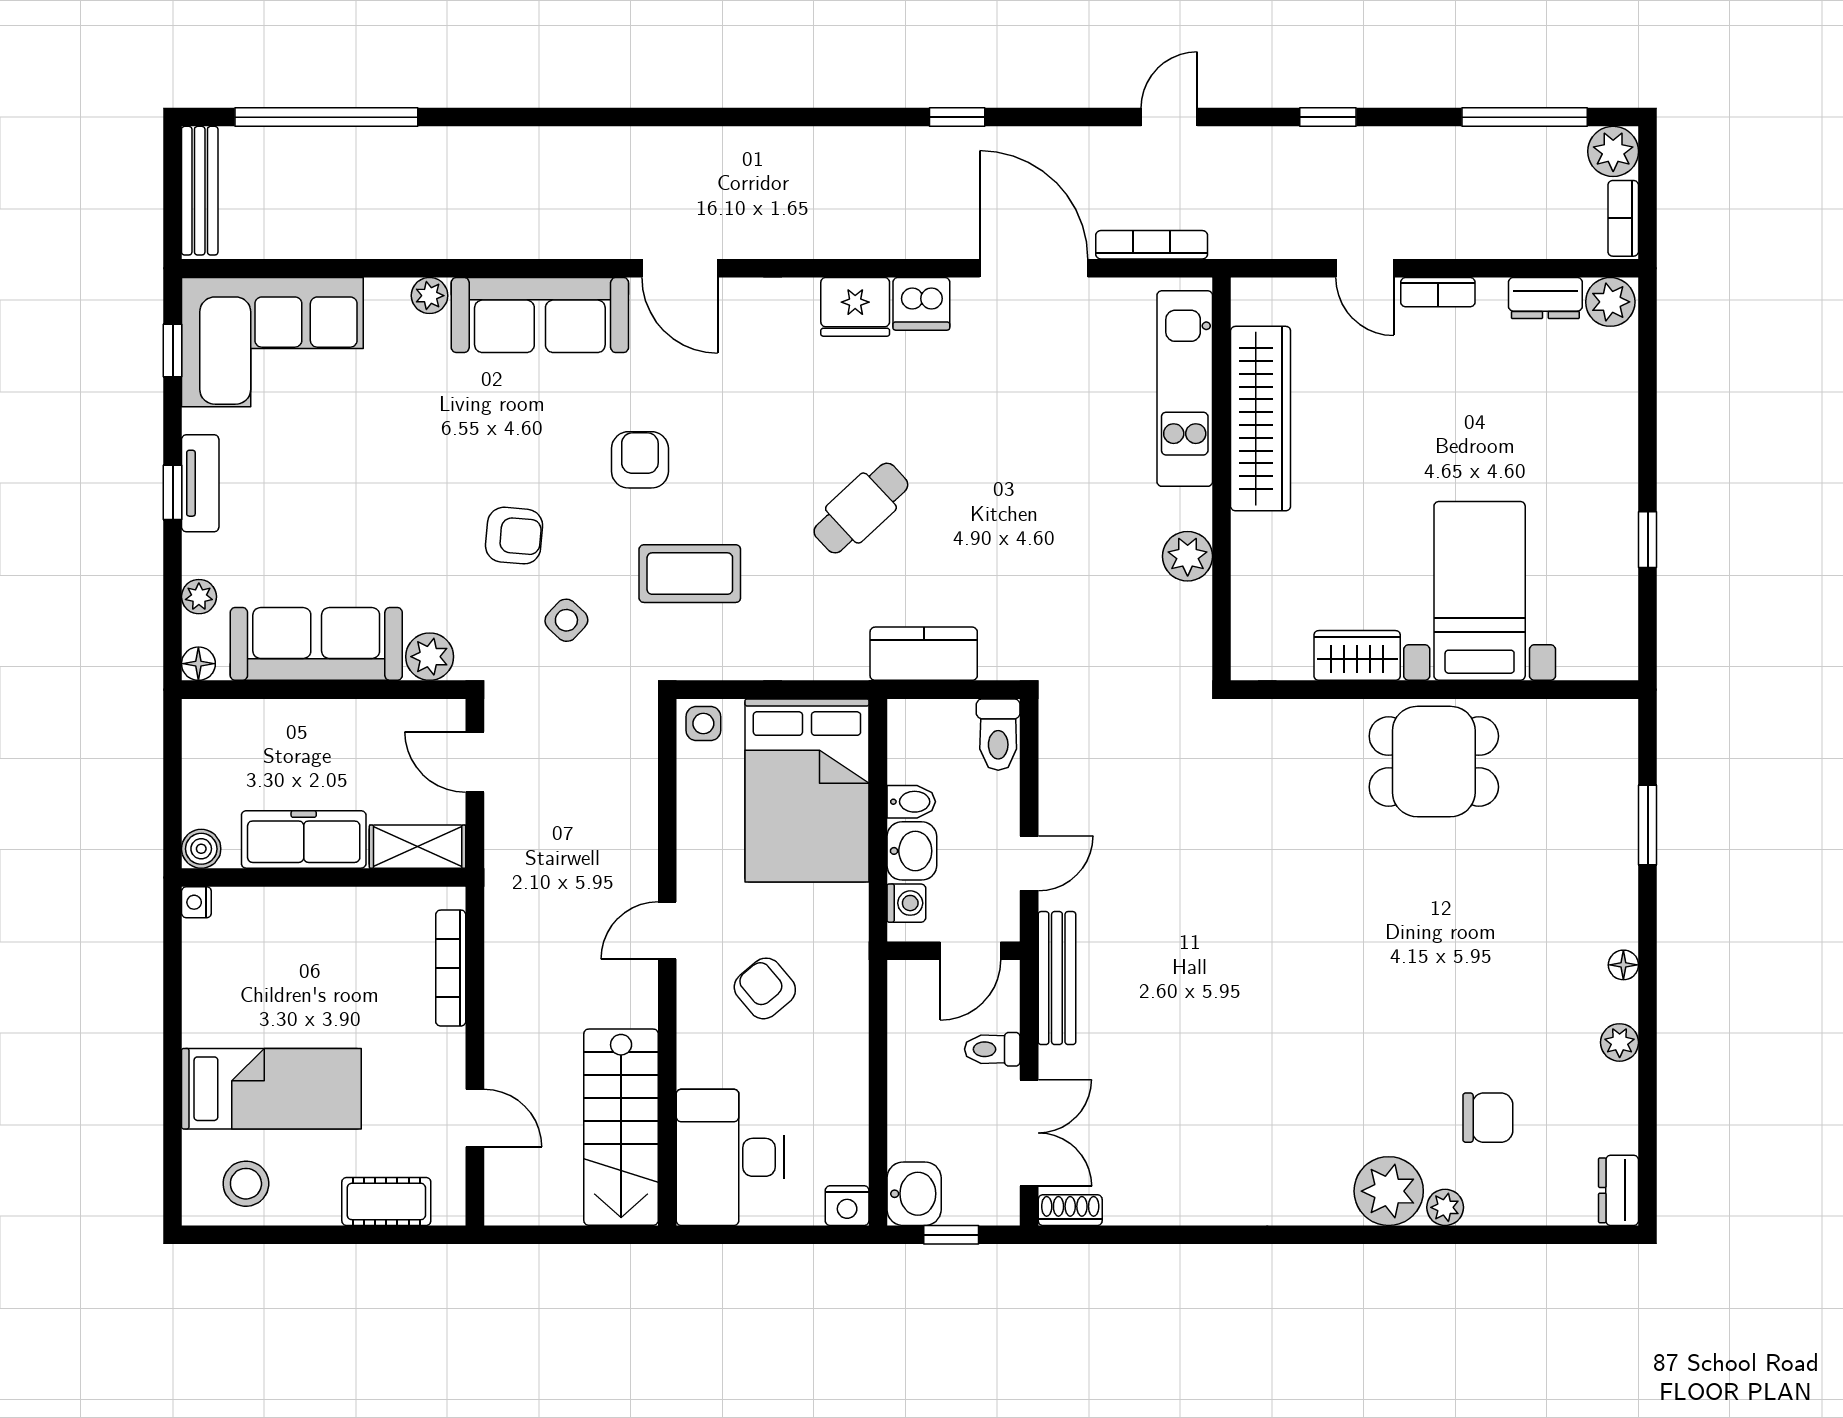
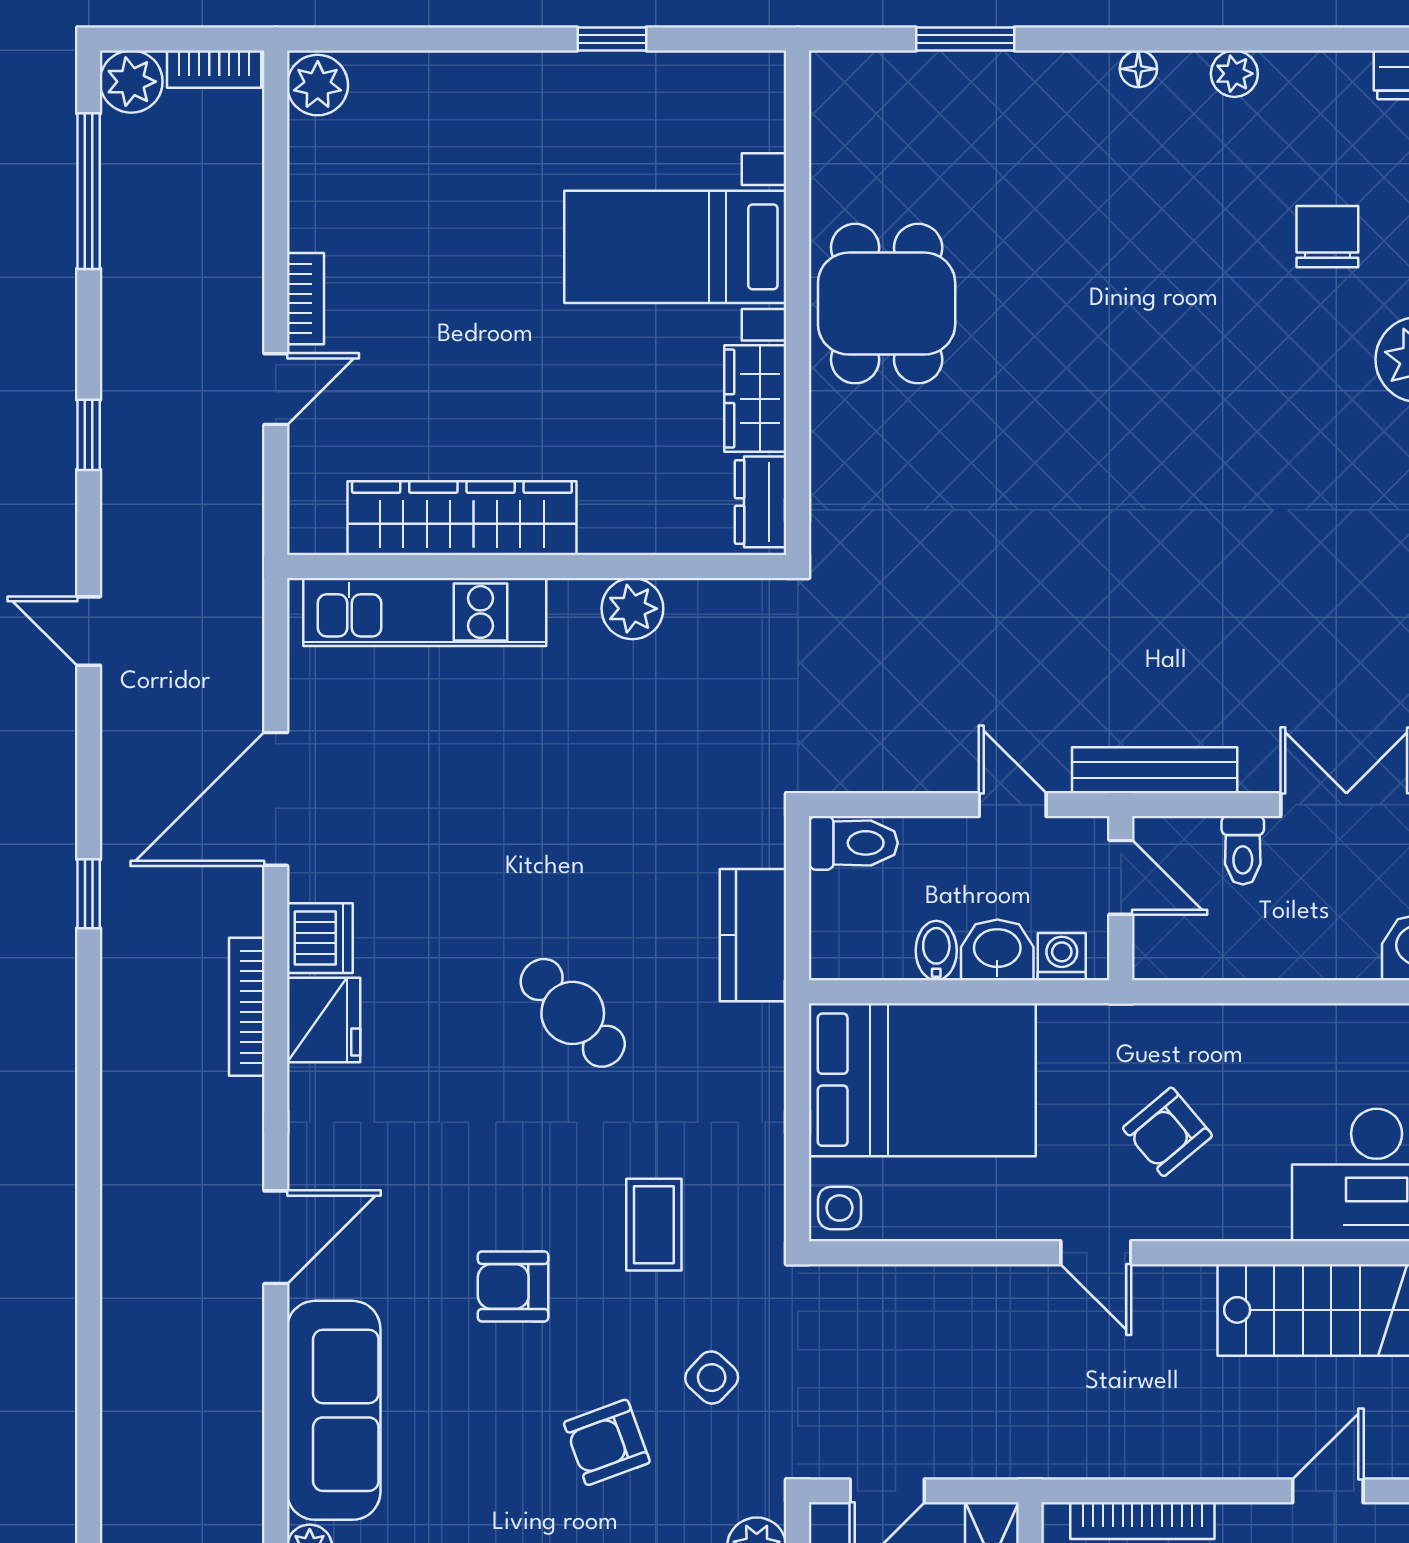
bookcase: (1152, 245) -> (247, 1007), moved
dresser: (1545, 298) -> (761, 502), moved, turned 180
armchair: (514, 536) -> (607, 1442), turned -115
coffee table: (690, 574) -> (654, 1225), width x0.73, depth x0.77

